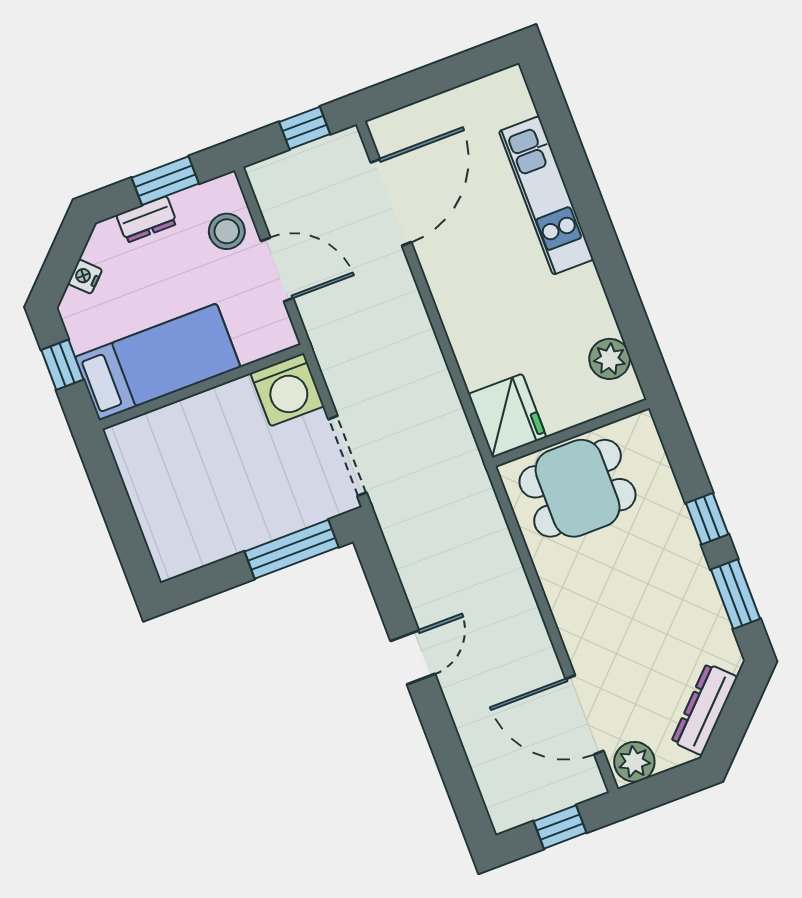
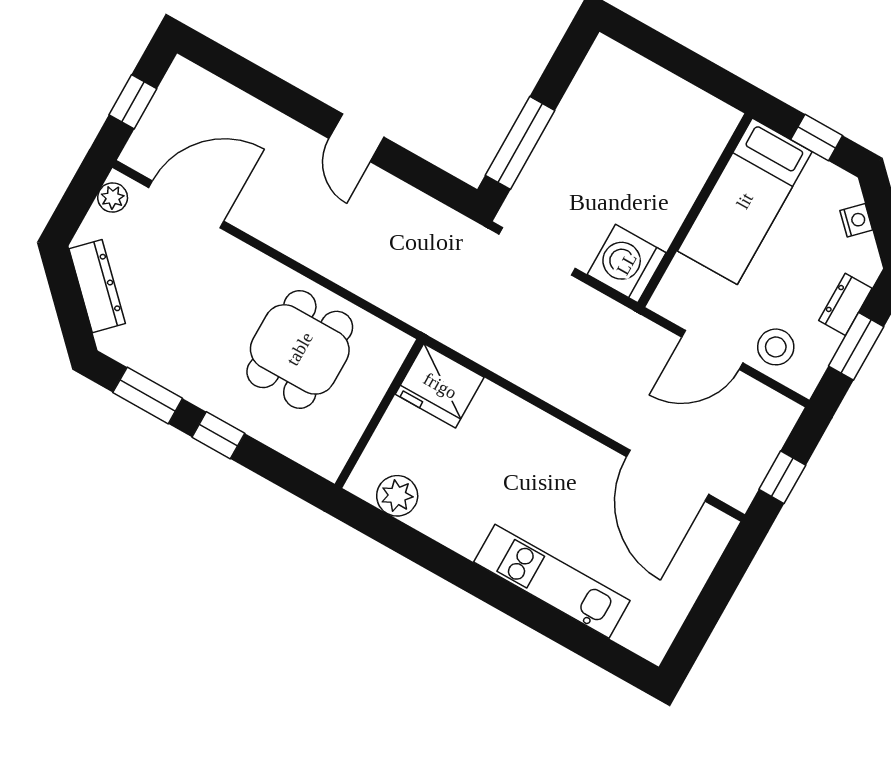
dining table: (578, 488) -> (300, 349), moved
plant: (634, 762) -> (113, 197), width x0.73, depth x0.73

